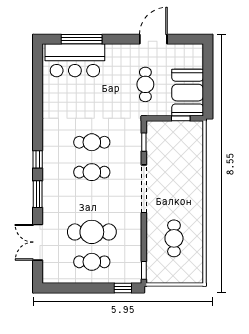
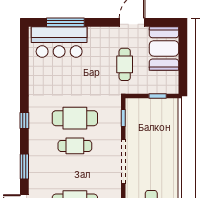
booth: (188, 93) -> (164, 48), moved
cafe table: (92, 142) -> (75, 118), width x1.37, depth x1.35
window: (38, 159) -> (24, 121), moved

